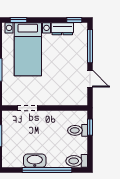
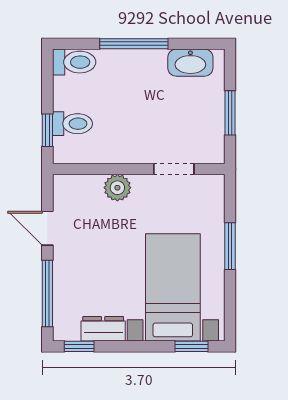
plant: (55, 99) -> (117, 188), added
washbasin: (35, 161) -> (190, 63), moved
window: (47, 170) -> (134, 44), width x0.68

